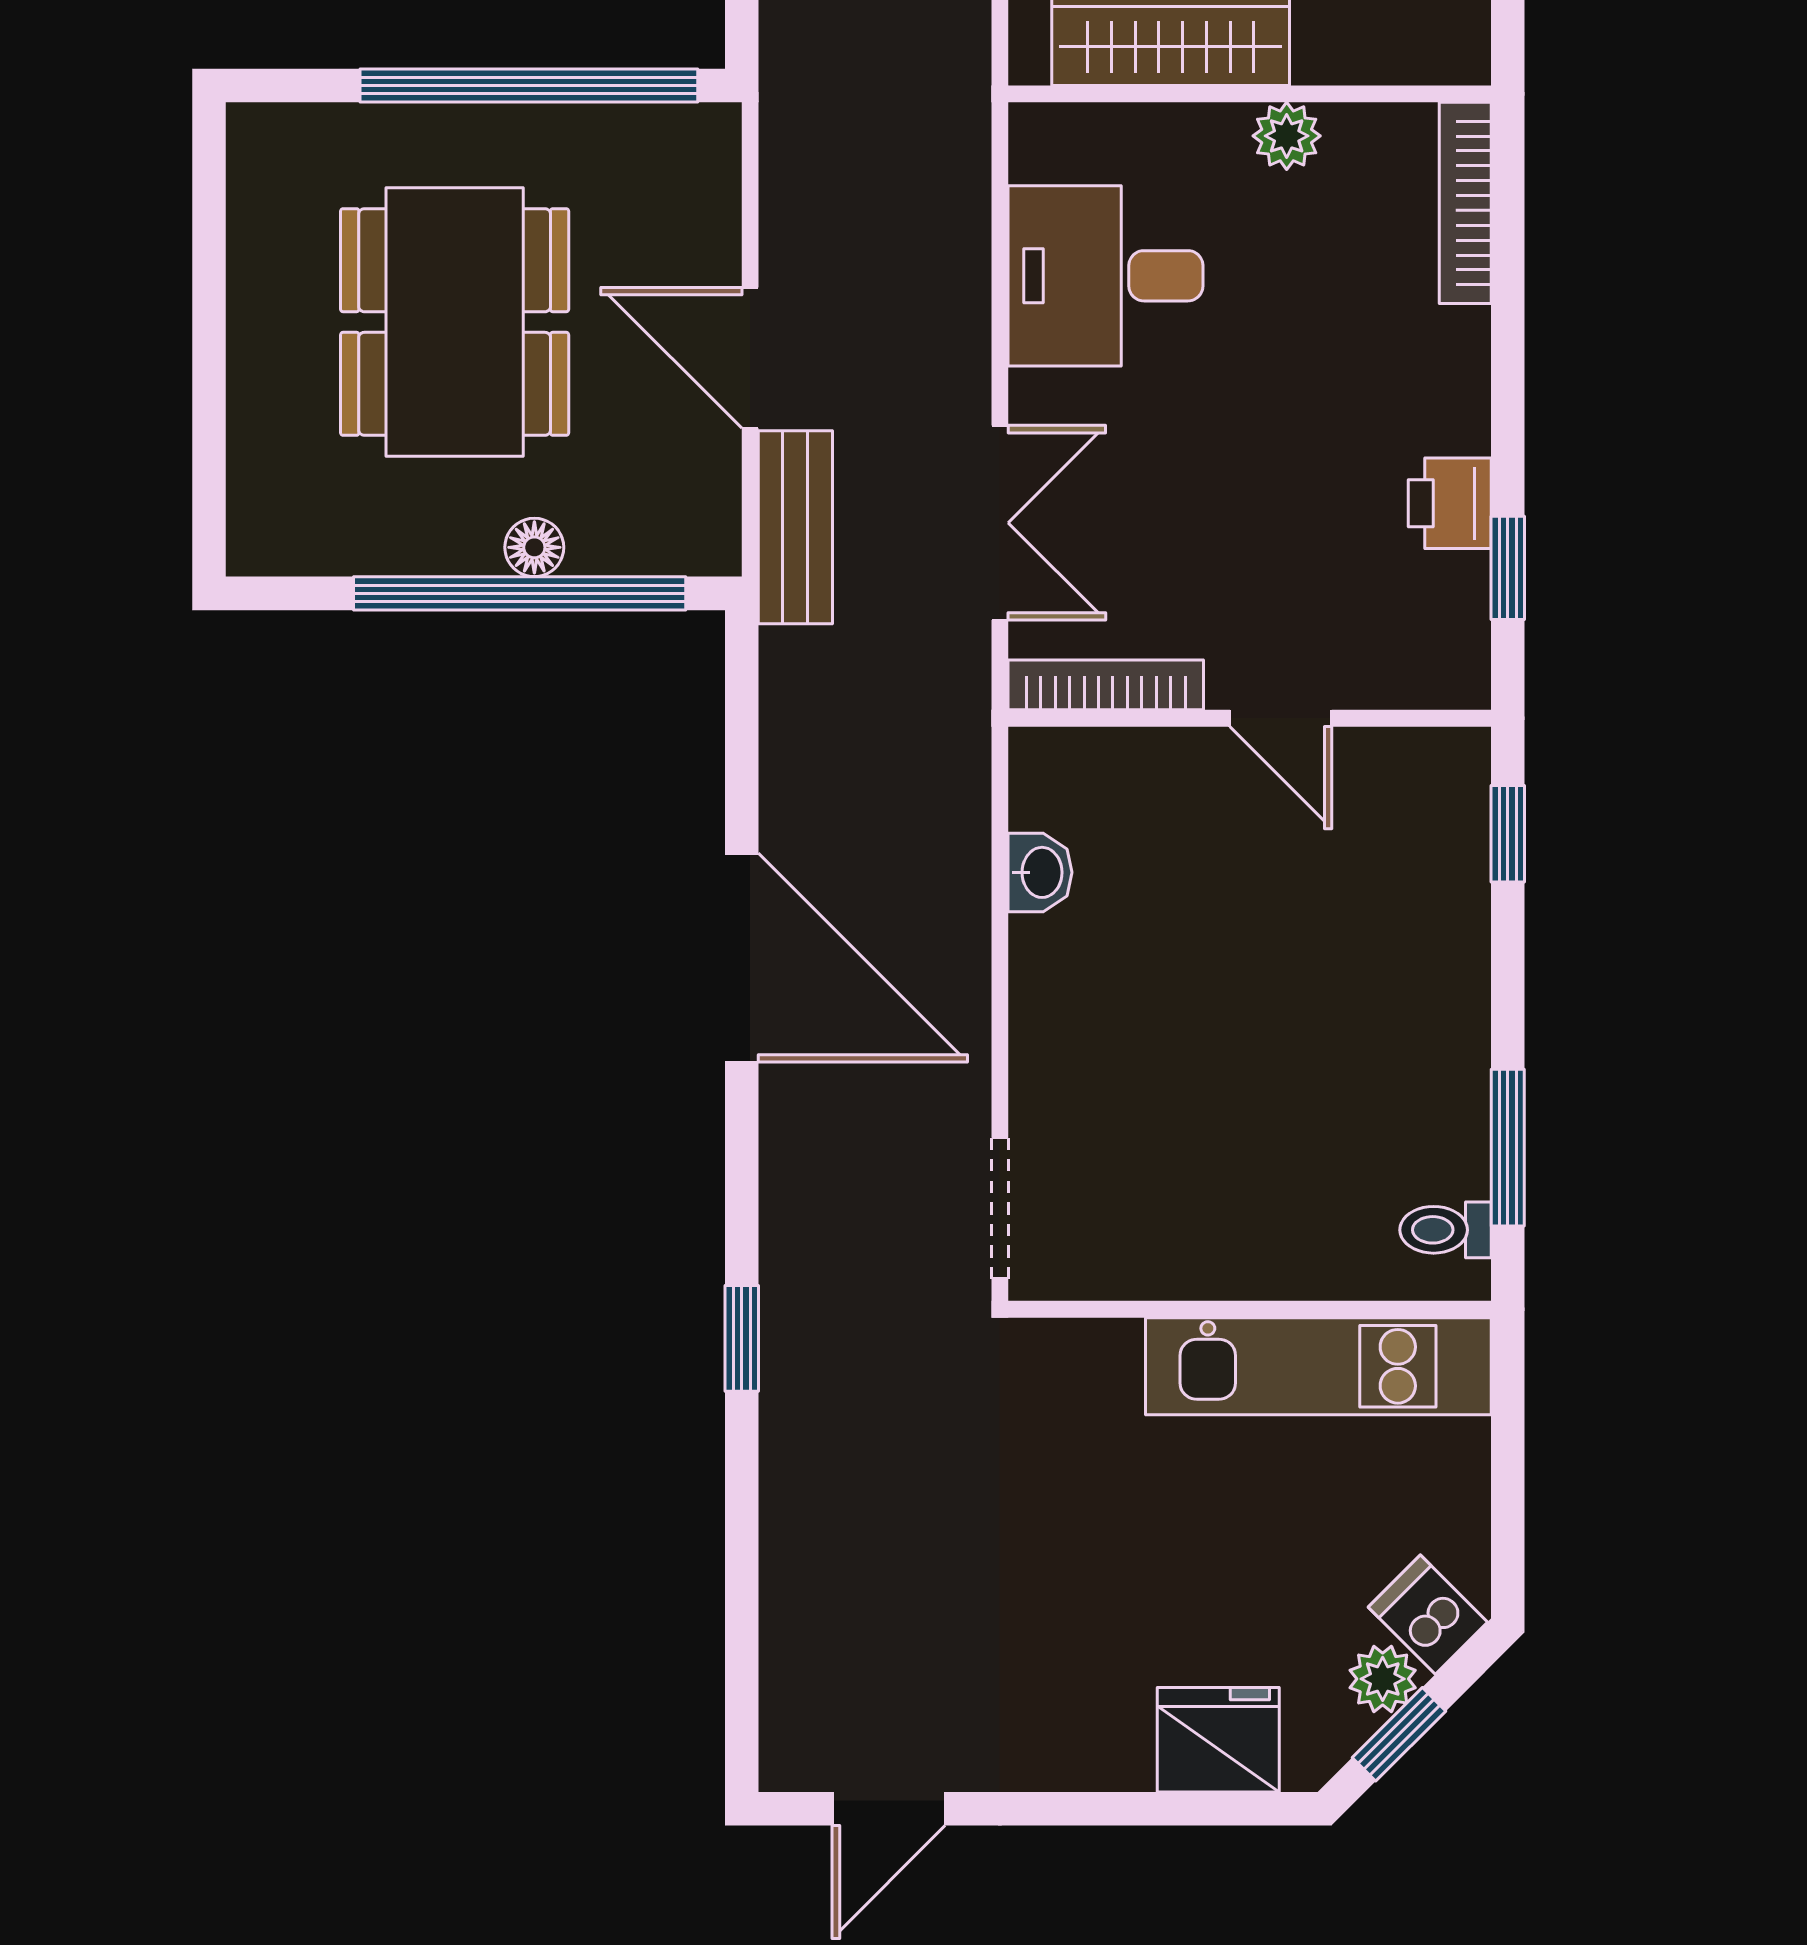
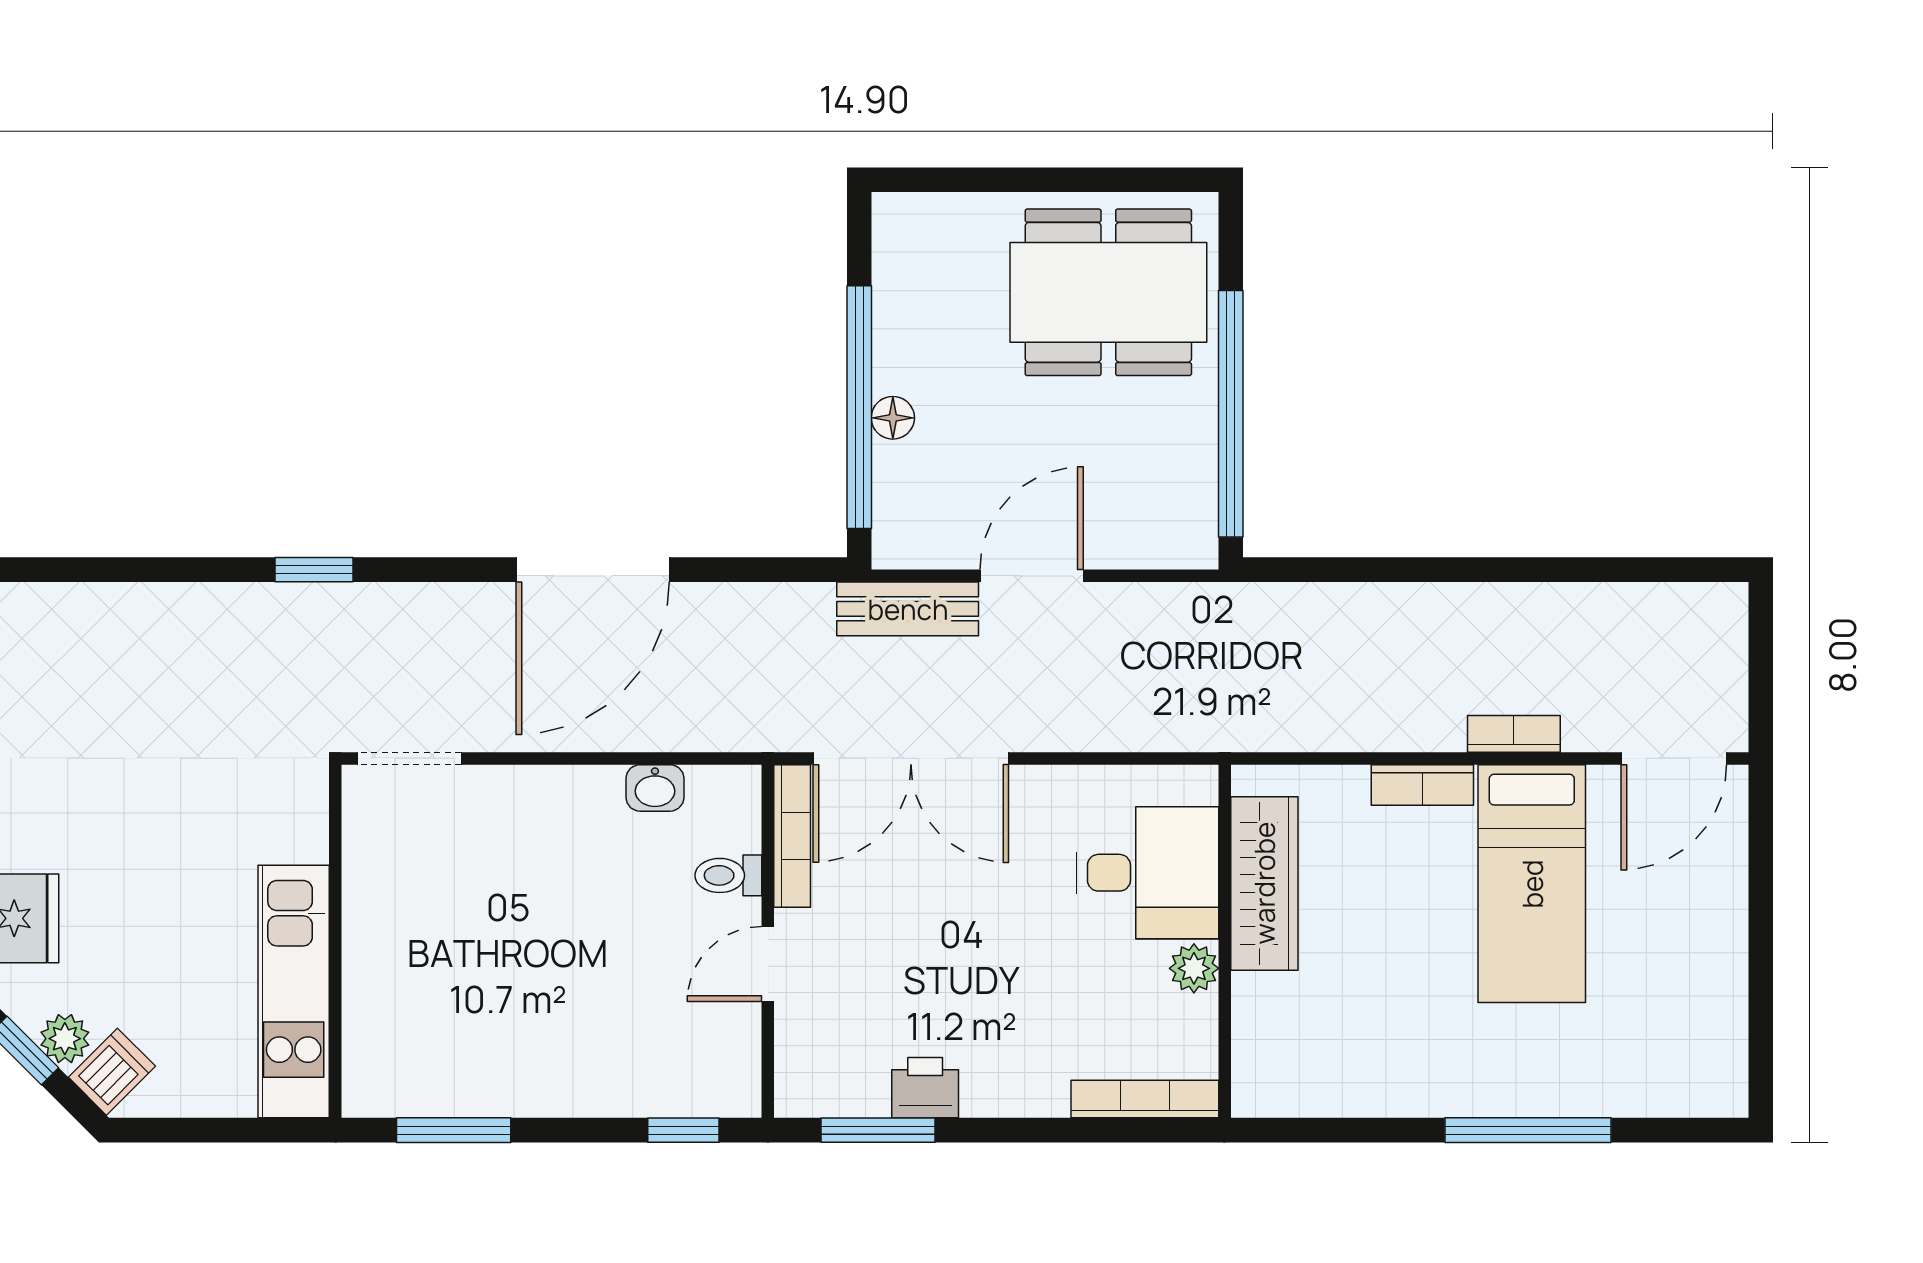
desk: (1106, 276) -> (1147, 873), moved, turned 90
dining table: (455, 322) -> (1108, 292), moved
double door: (1000, 523) -> (911, 758), width x1.37
window: (1508, 568) -> (878, 1130), width x1.50
toilet: (1445, 1230) -> (728, 875), moved, turned -90

